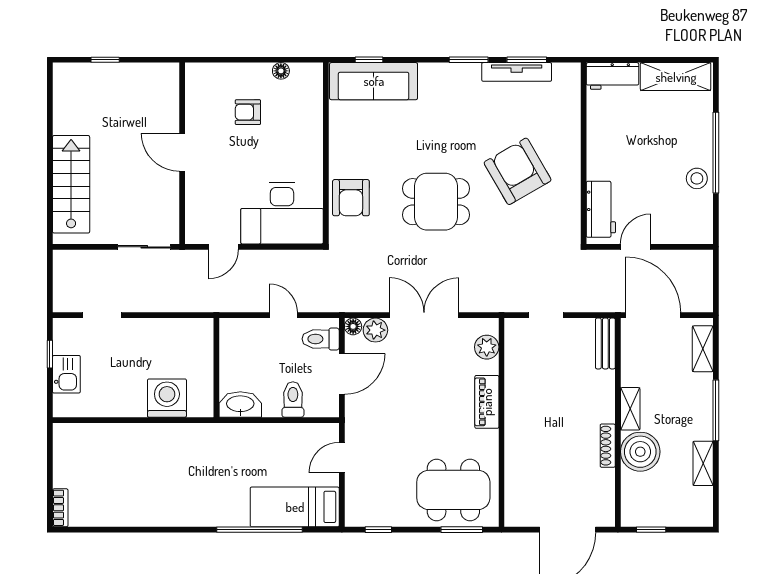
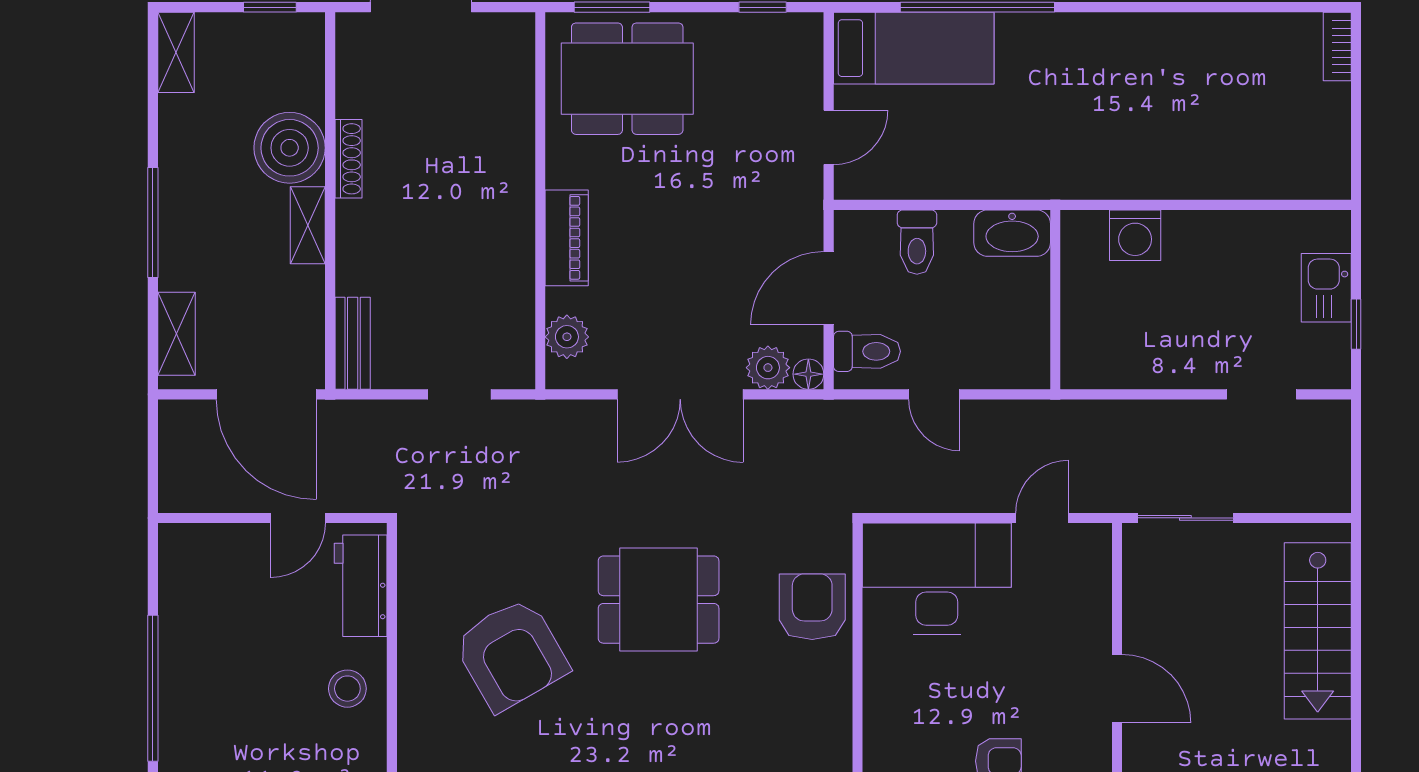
stool: (697, 178) -> (347, 689), moved
washing machine: (167, 398) -> (1135, 235), width x0.73, depth x0.73
shelving: (703, 463) -> (176, 52), moved

